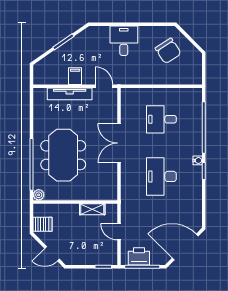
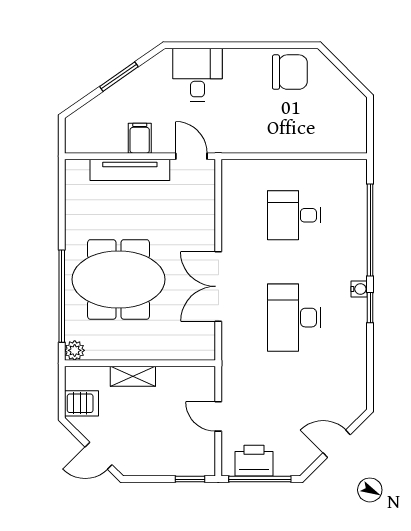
desk: (124, 41) -> (198, 75), moved
chair: (168, 51) -> (290, 72), moved, turned -57
double door: (119, 143) -> (218, 286), moved
meeting table: (63, 155) -> (118, 279), turned 90
shelving: (92, 209) -> (133, 376), moved
door: (185, 247) -> (337, 444), width x0.53

